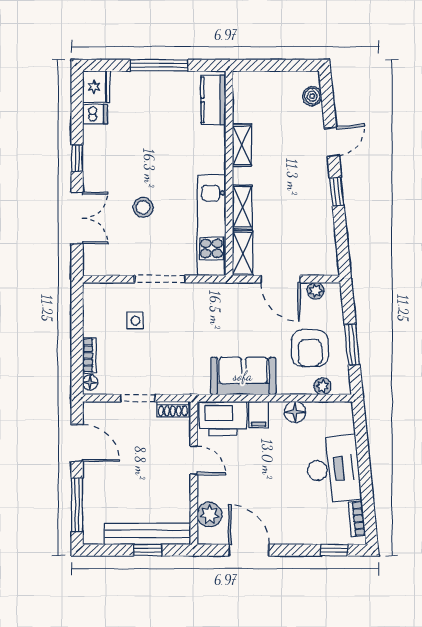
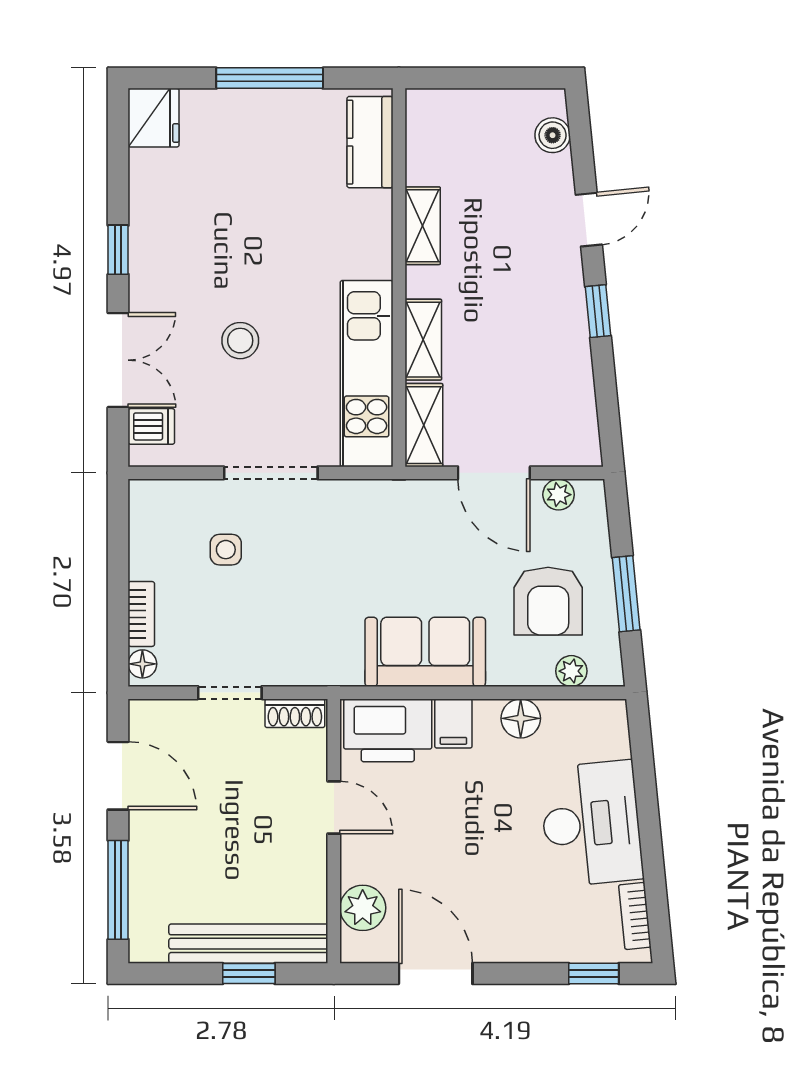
dishwasher: (95, 114) -> (151, 426), moved

